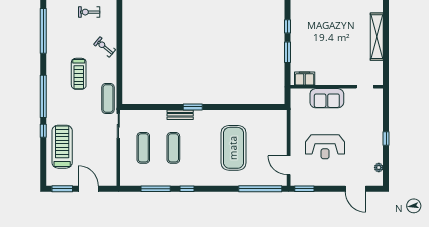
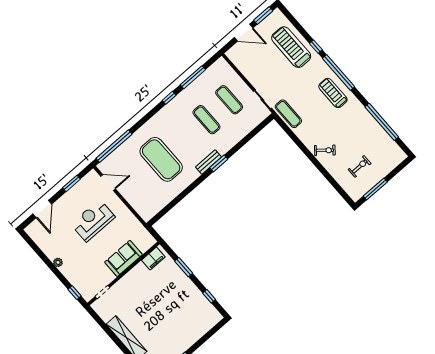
window: (287, 26) -> (209, 296), moved
treadmill: (79, 74) -> (333, 93), moved
bench: (180, 115) -> (208, 162), moved
window: (386, 138) -> (75, 293), moved
treadmill: (62, 147) -> (291, 47), turned 180
plant: (379, 168) -> (58, 262), moved
window: (304, 189) -> (71, 183), moved
door: (355, 189) -> (42, 209), swing flipped

